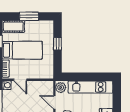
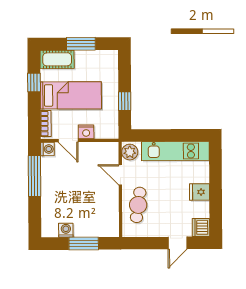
window: (57, 44) -> (125, 101), moved
nightstand: (32, 74) -> (86, 132), added

